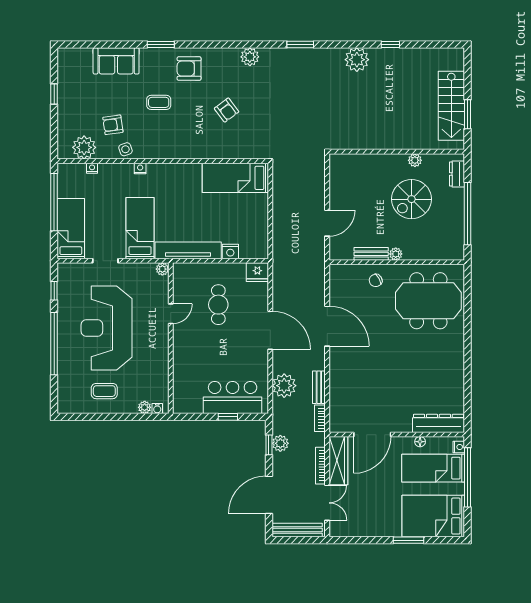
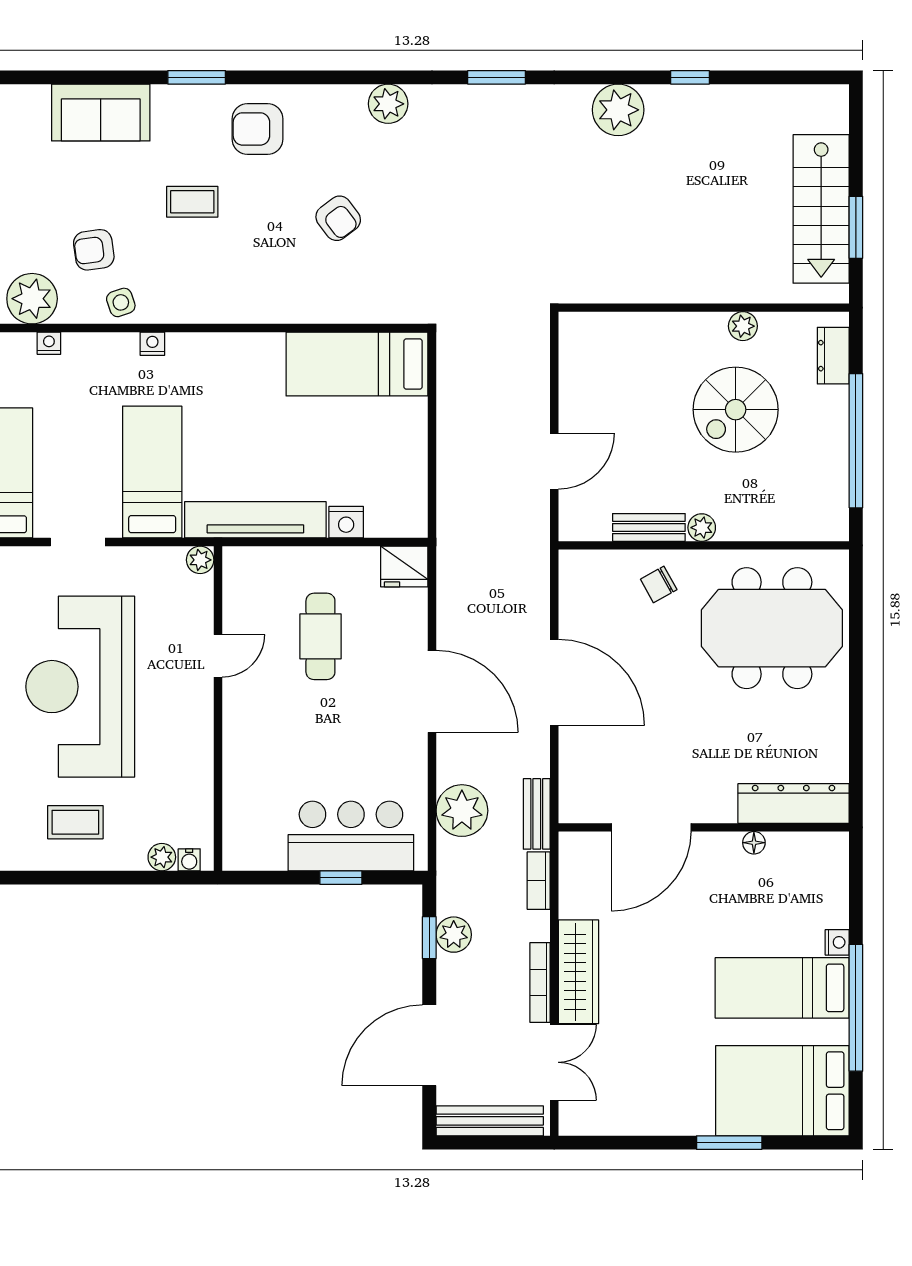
dresser: (438, 423) -> (794, 803), moved
door: (372, 435) -> (651, 827), moved
wall: (397, 435) -> (704, 827), moved
floor lamp: (420, 442) -> (754, 843), moved

